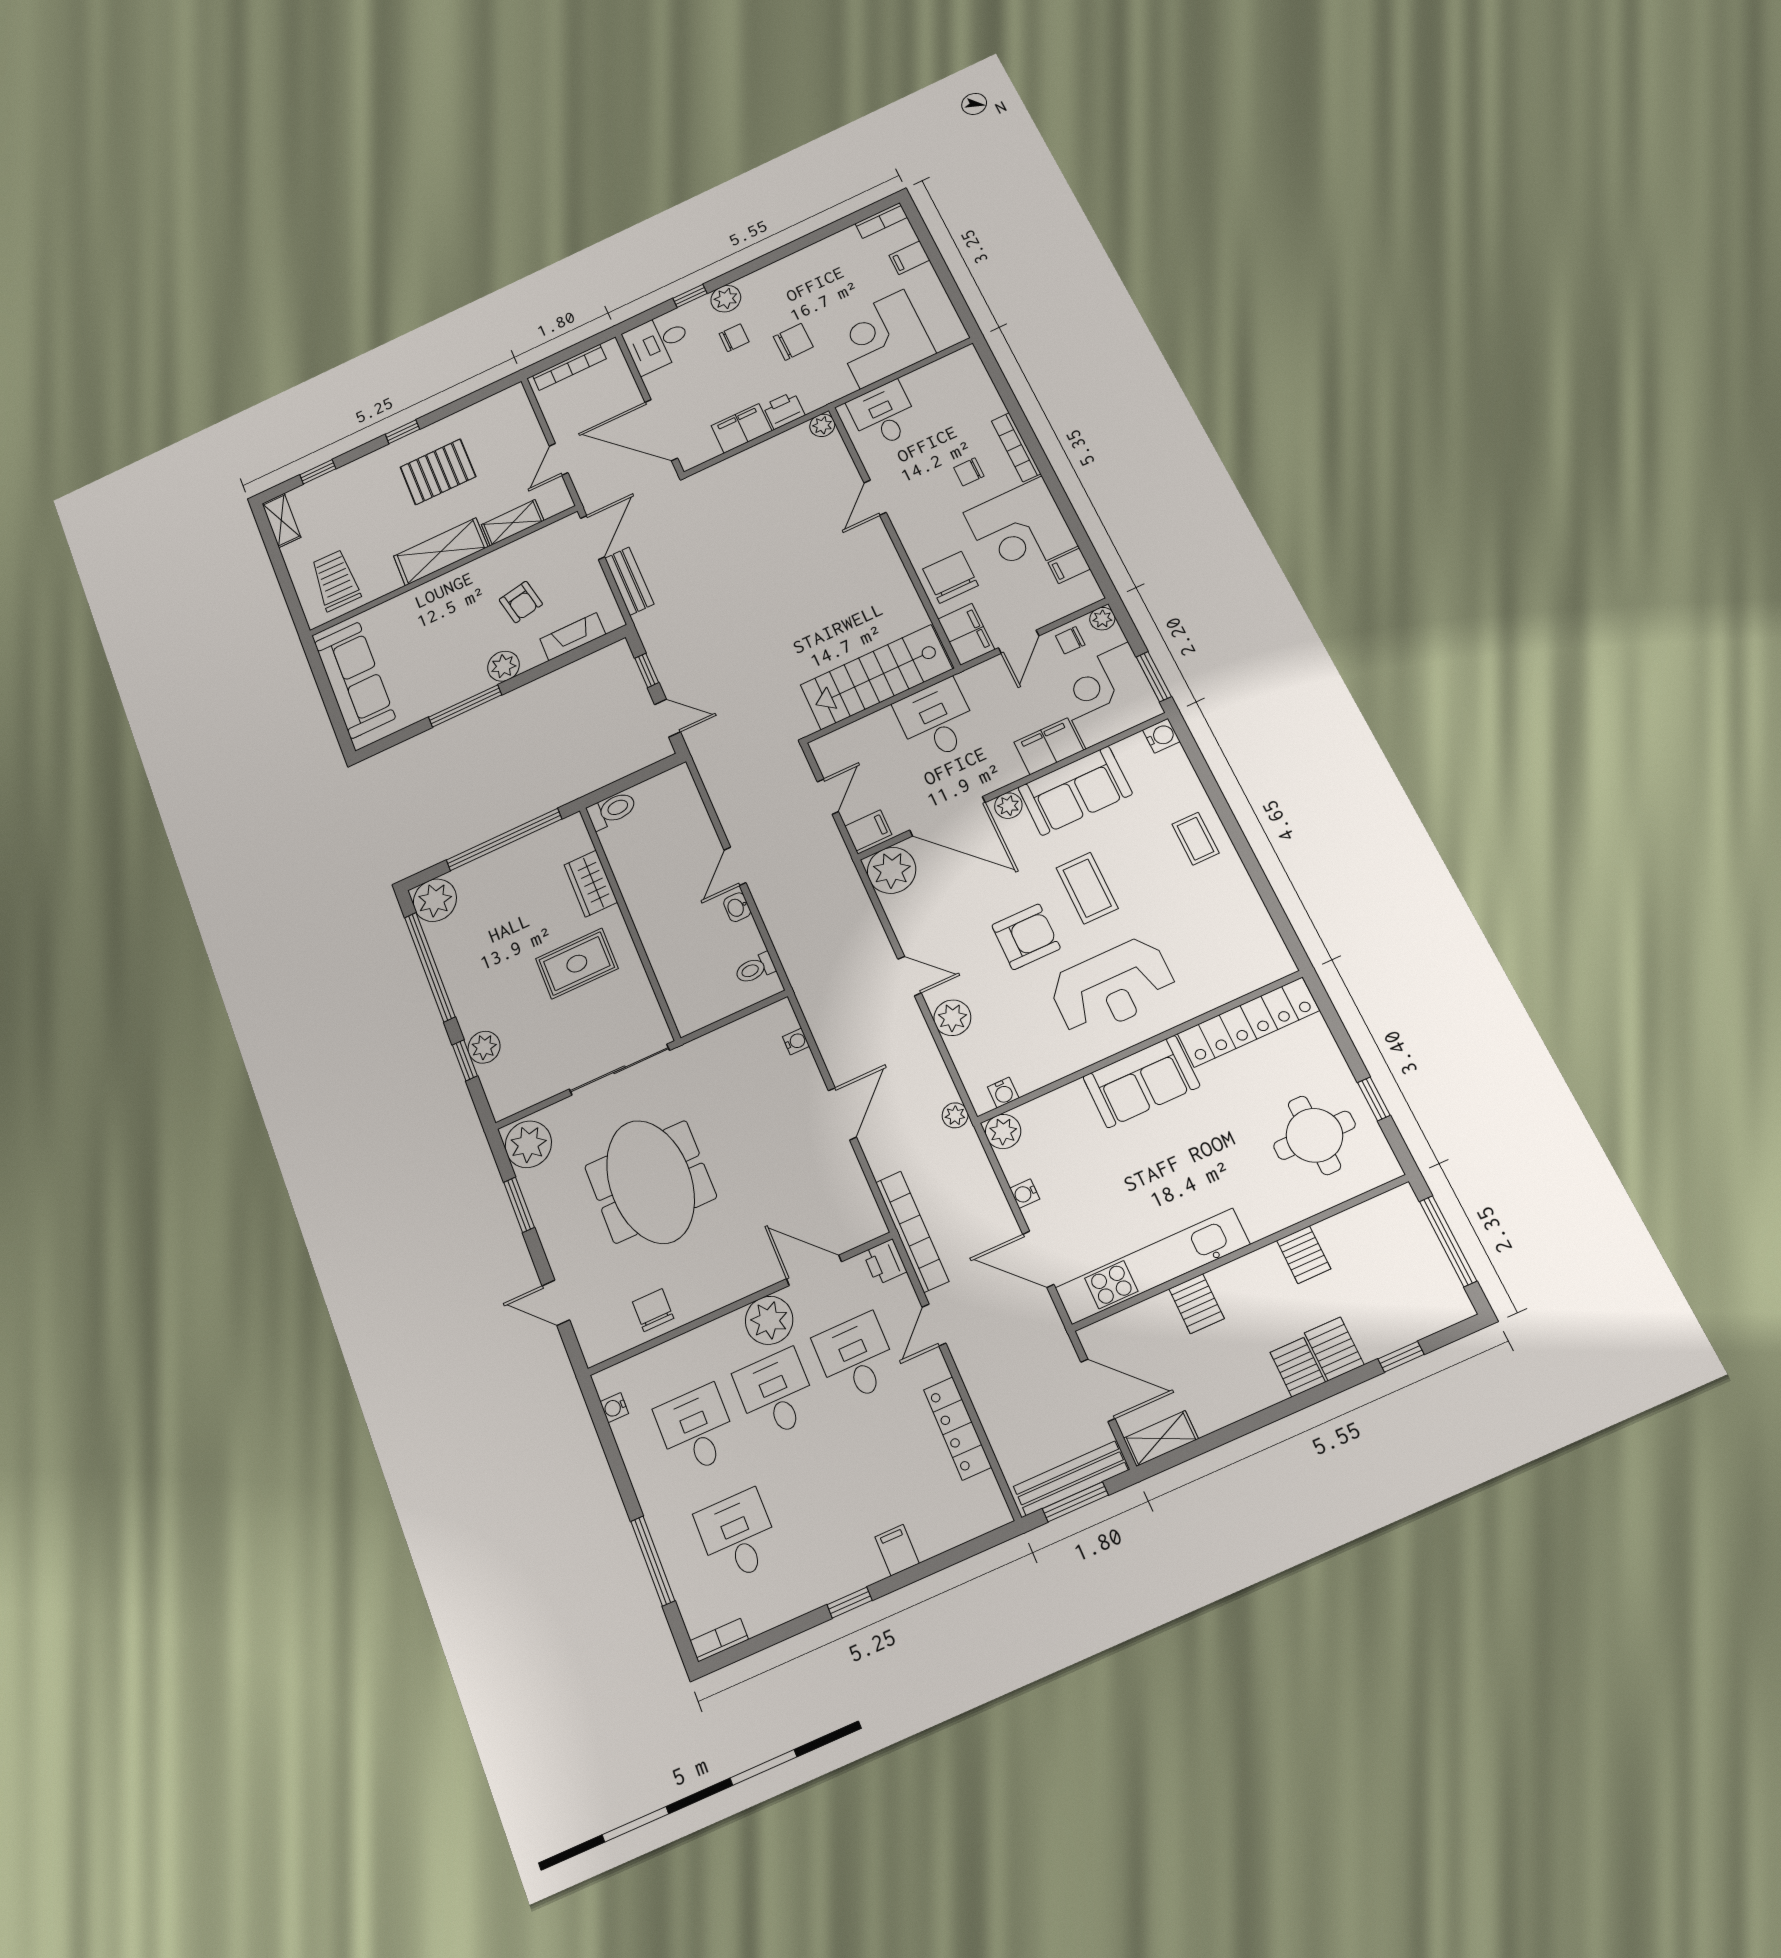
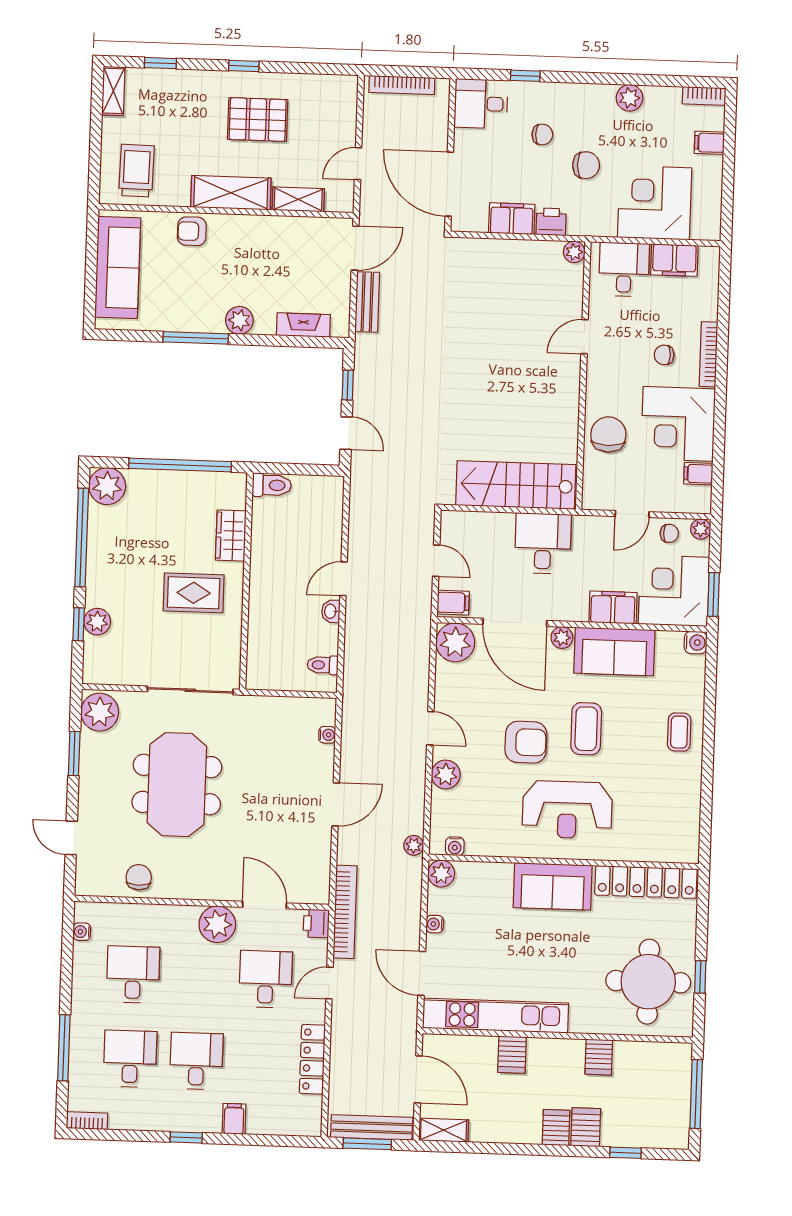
plant: (726, 299) -> (629, 98), moved
armchair: (521, 602) -> (192, 231), moved, turned 101
filing cabinet: (966, 634) -> (674, 260), moved, turned 90
chair: (1070, 640) -> (669, 533), turned 180
door: (828, 797) -> (436, 561), hinge flipped
round table: (1314, 1135) -> (648, 982), width x1.36, depth x1.36
desk: (776, 1394) -> (196, 1061), moved

